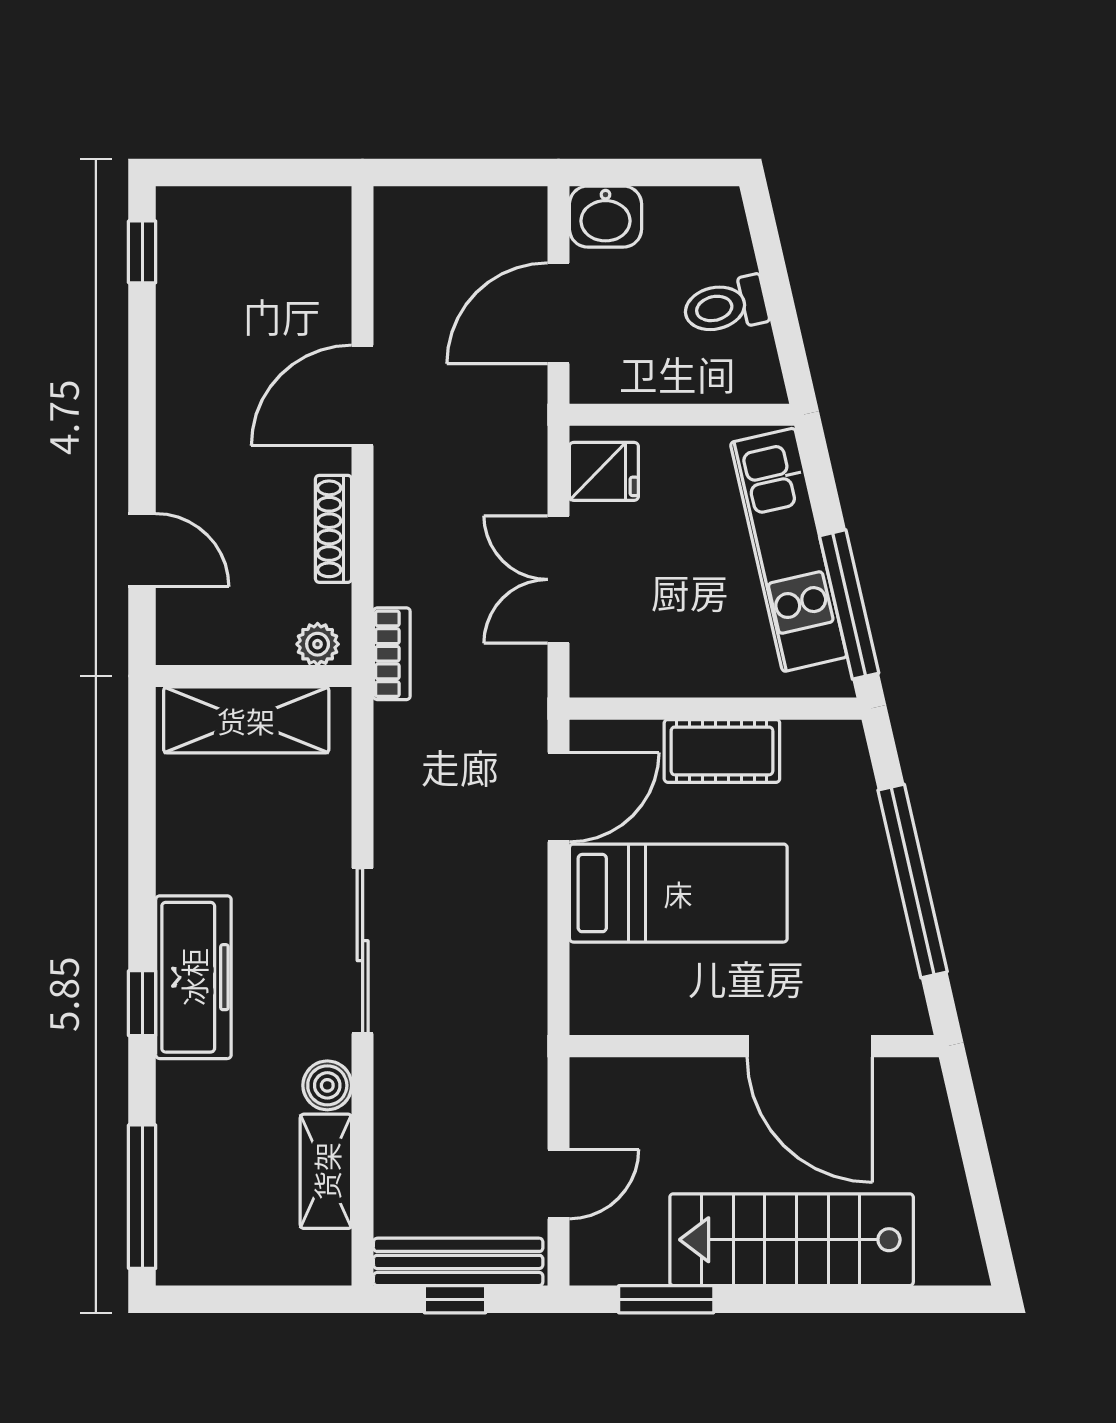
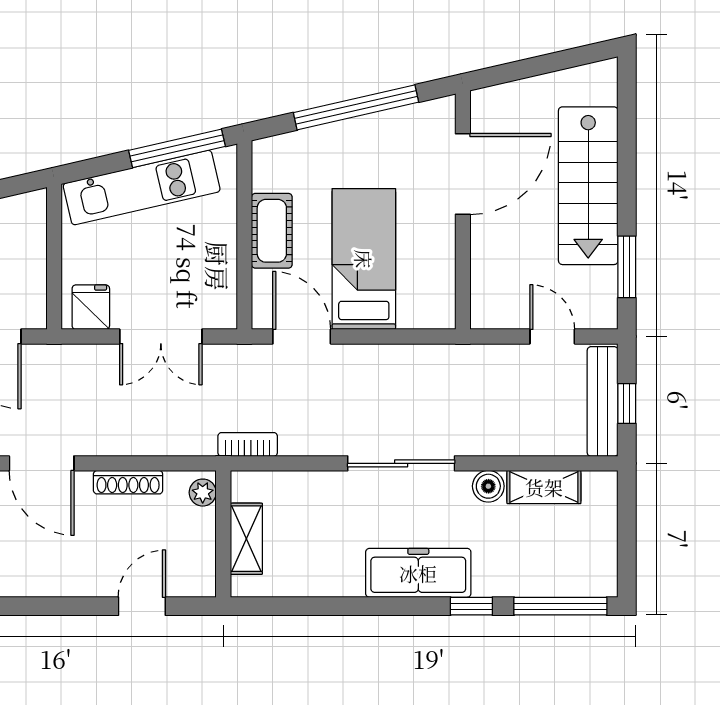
bookcase: (392, 654) -> (248, 444), moved
shelving: (246, 720) -> (246, 539), width x0.67, depth x0.75
window: (142, 1003) -> (471, 606), moved

